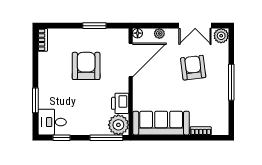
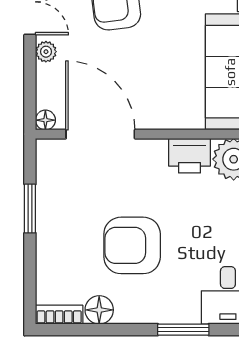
plant: (159, 33) -> (46, 52), moved
floor lamp: (45, 59) -> (99, 310), added
armchair: (86, 66) -> (132, 245), moved

